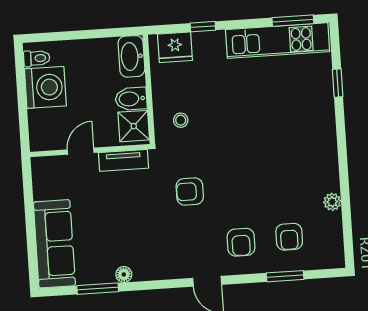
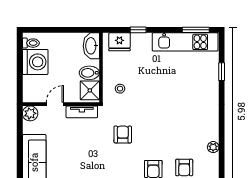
plant: (43, 168) -> (30, 113), added
armchair: (190, 192) -> (123, 134), turned 90

